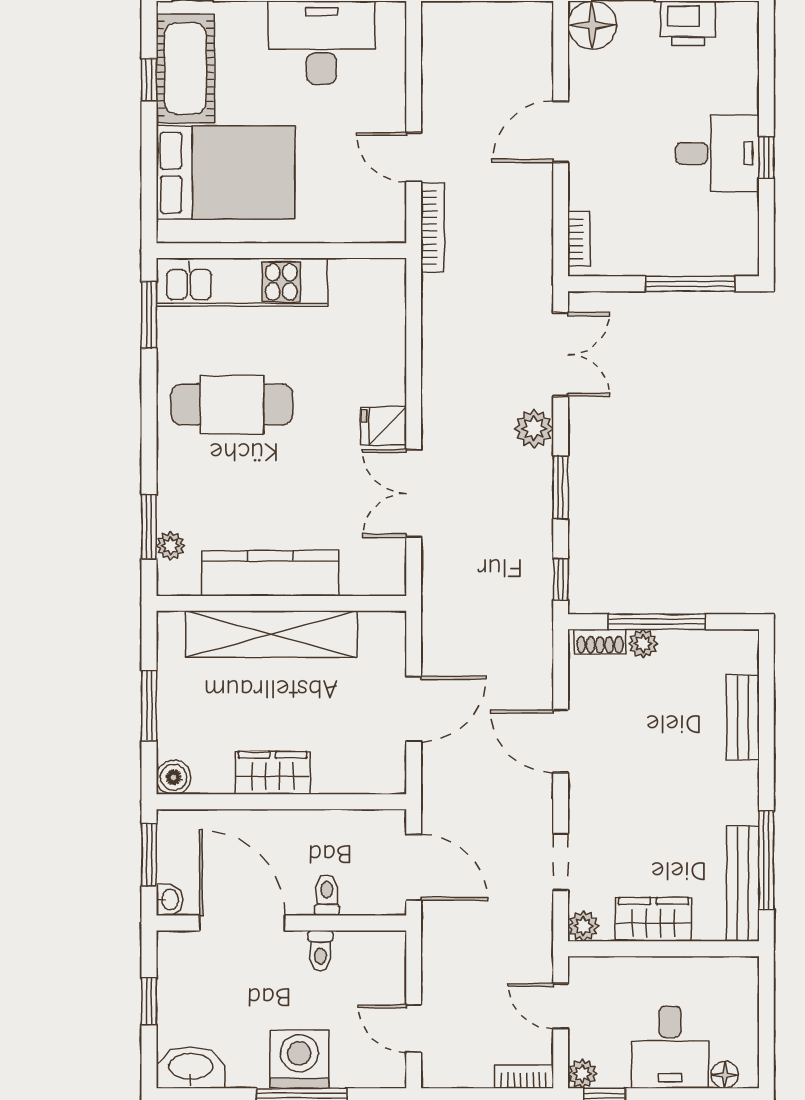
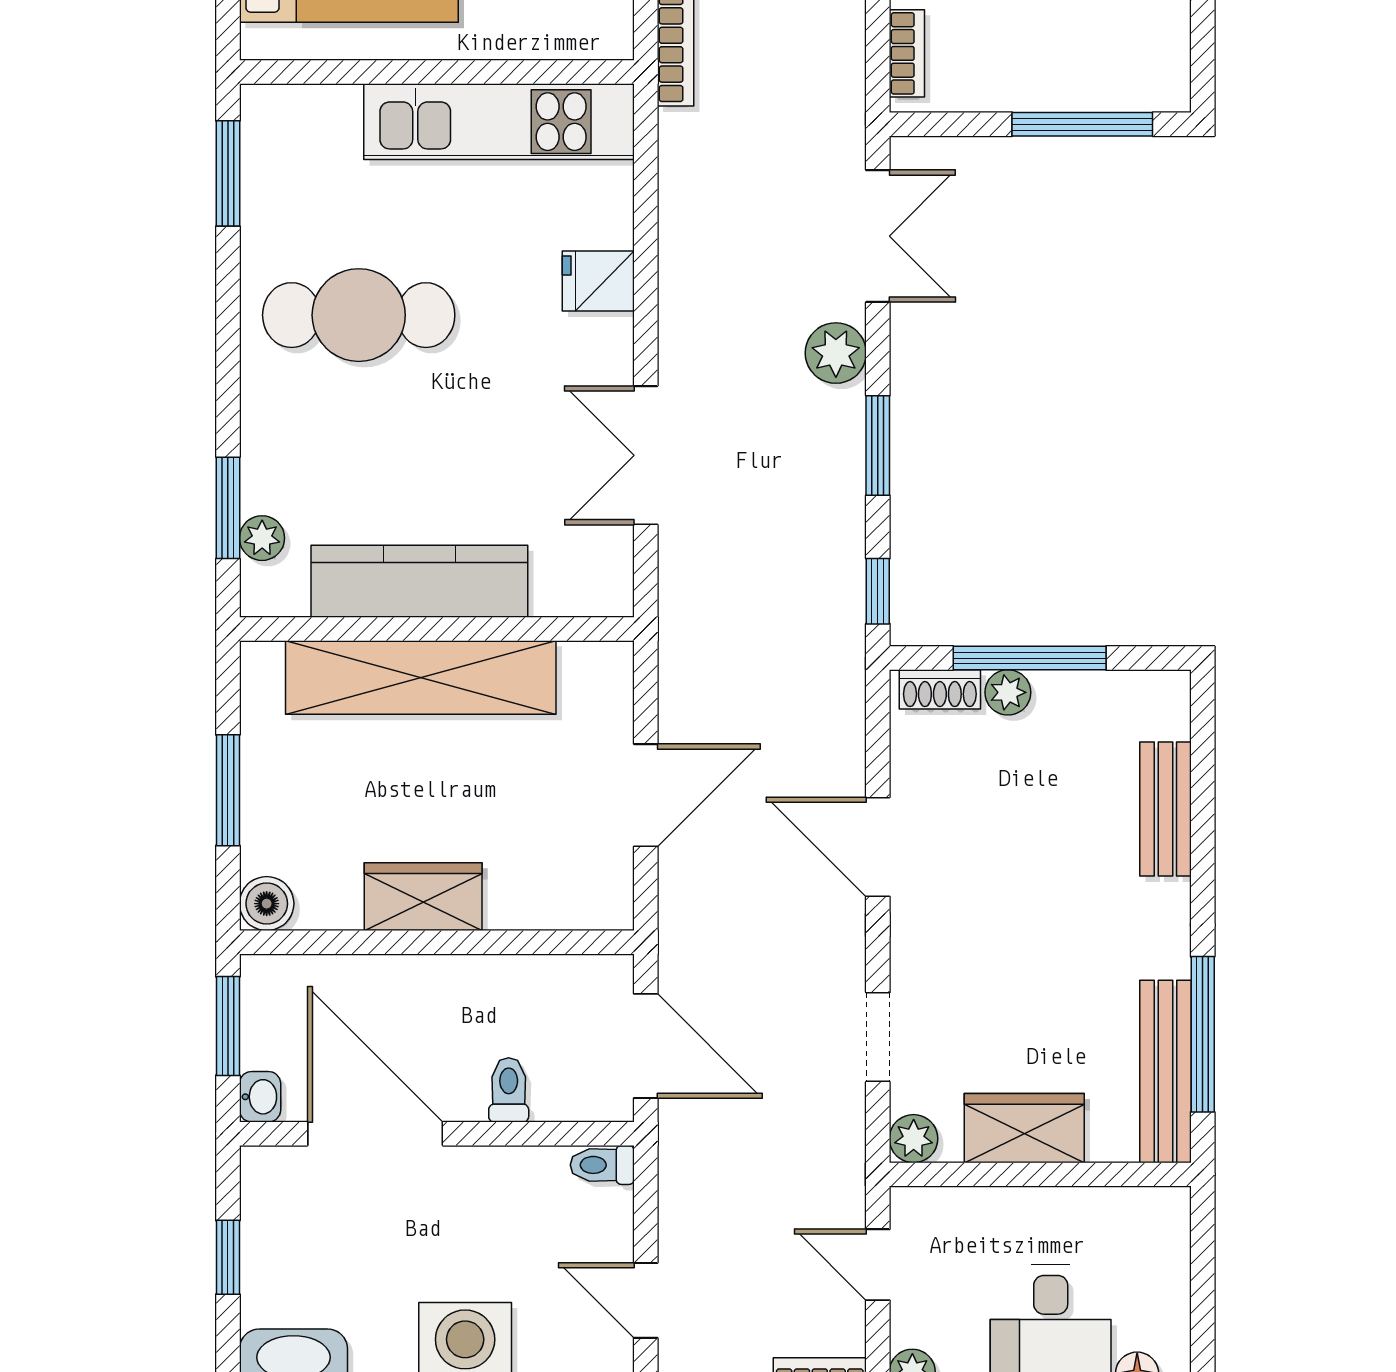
kitchen unit: (242, 282) -> (499, 122), moved
fridge: (384, 426) -> (598, 281), moved
toilet: (320, 951) -> (602, 1165), moved, turned 90

